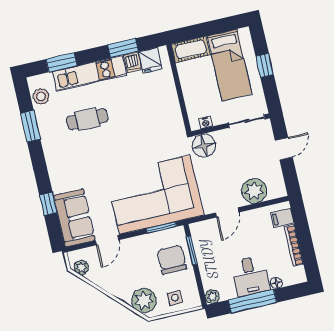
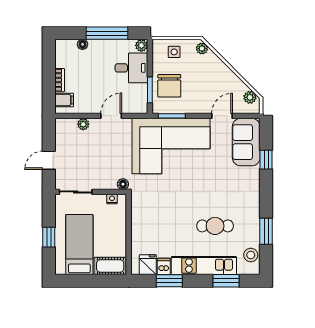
floor lamp: (204, 145) -> (123, 184), width x0.53, depth x0.53
plant: (254, 191) -> (83, 124), width x0.53, depth x0.53
bookcase: (294, 246) -> (60, 80), width x0.64
desk: (250, 276) -> (131, 68), moved, turned 90
plant: (144, 301) -> (202, 48), width x0.53, depth x0.53

